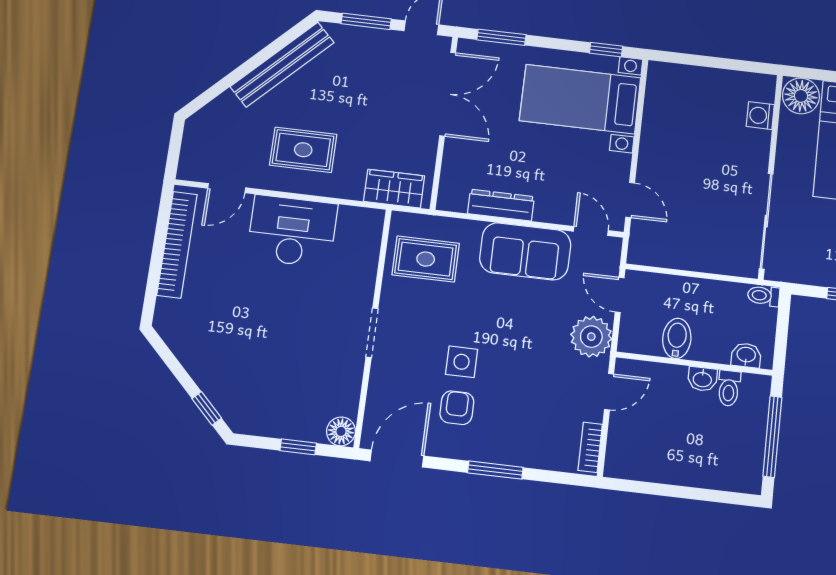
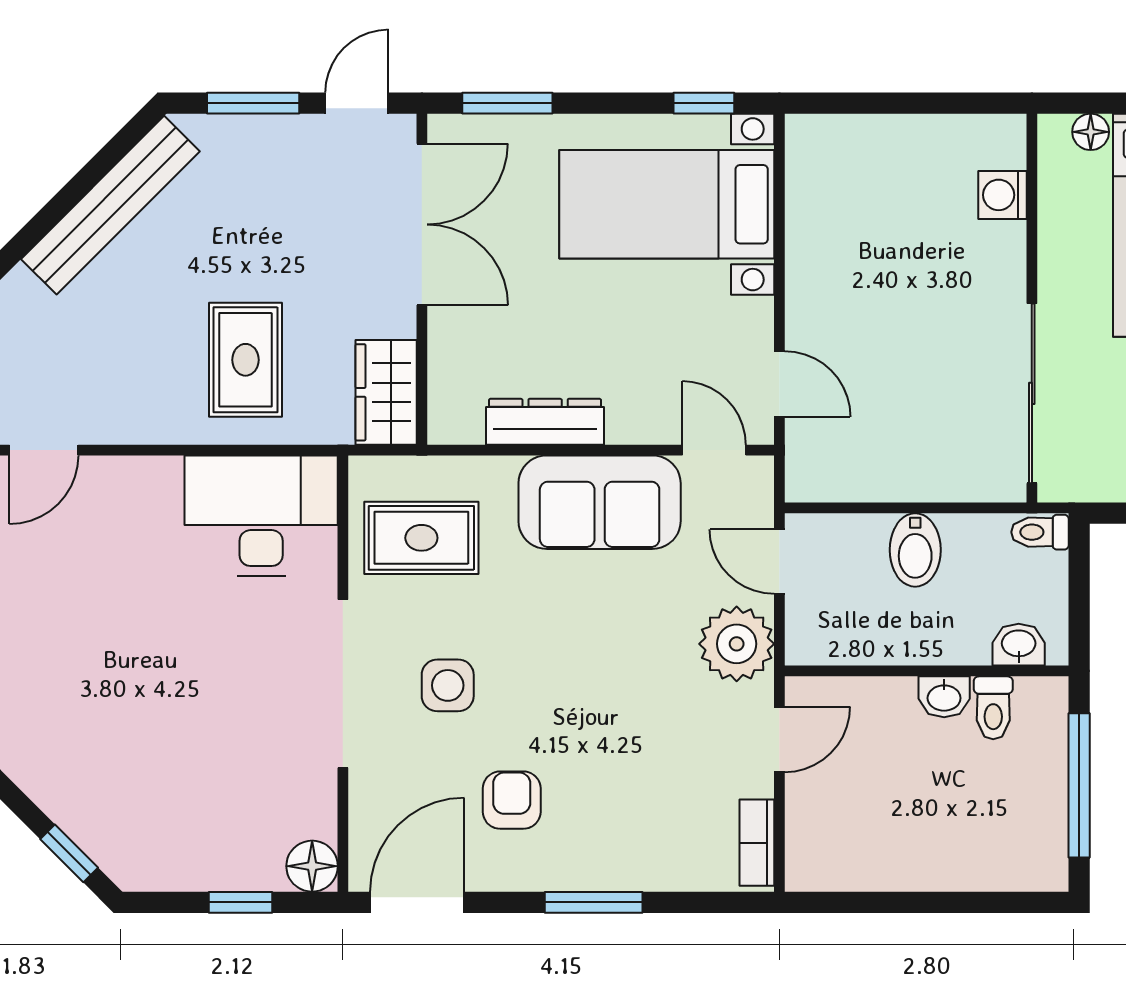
floor lamp: (801, 96) -> (1091, 132), width x0.53, depth x0.53
rug: (303, 150) -> (246, 360), moved, turned 90
wardrobe: (394, 189) -> (386, 392), moved, turned -90
desk: (292, 231) -> (261, 516), moved
doorway: (372, 333) -> (343, 684), width x1.88
bidet: (677, 338) -> (915, 550), moved, turned 180
side table: (462, 362) -> (448, 685), moved

